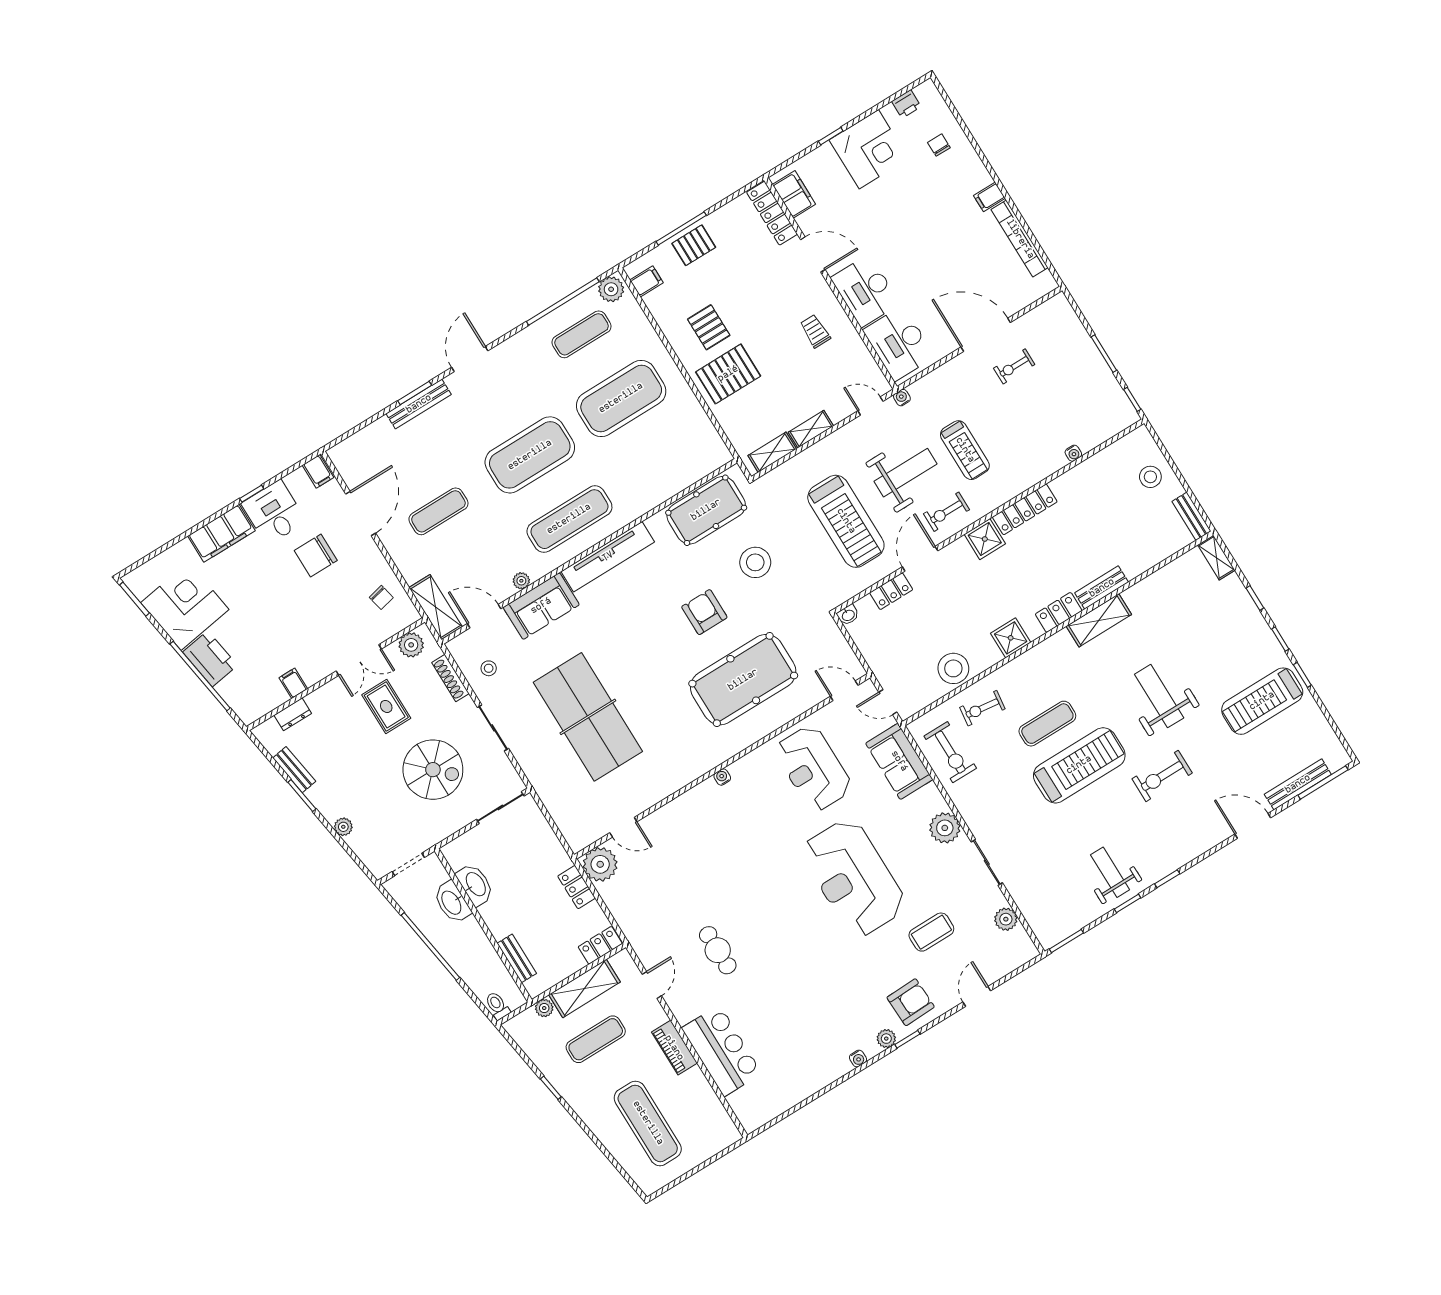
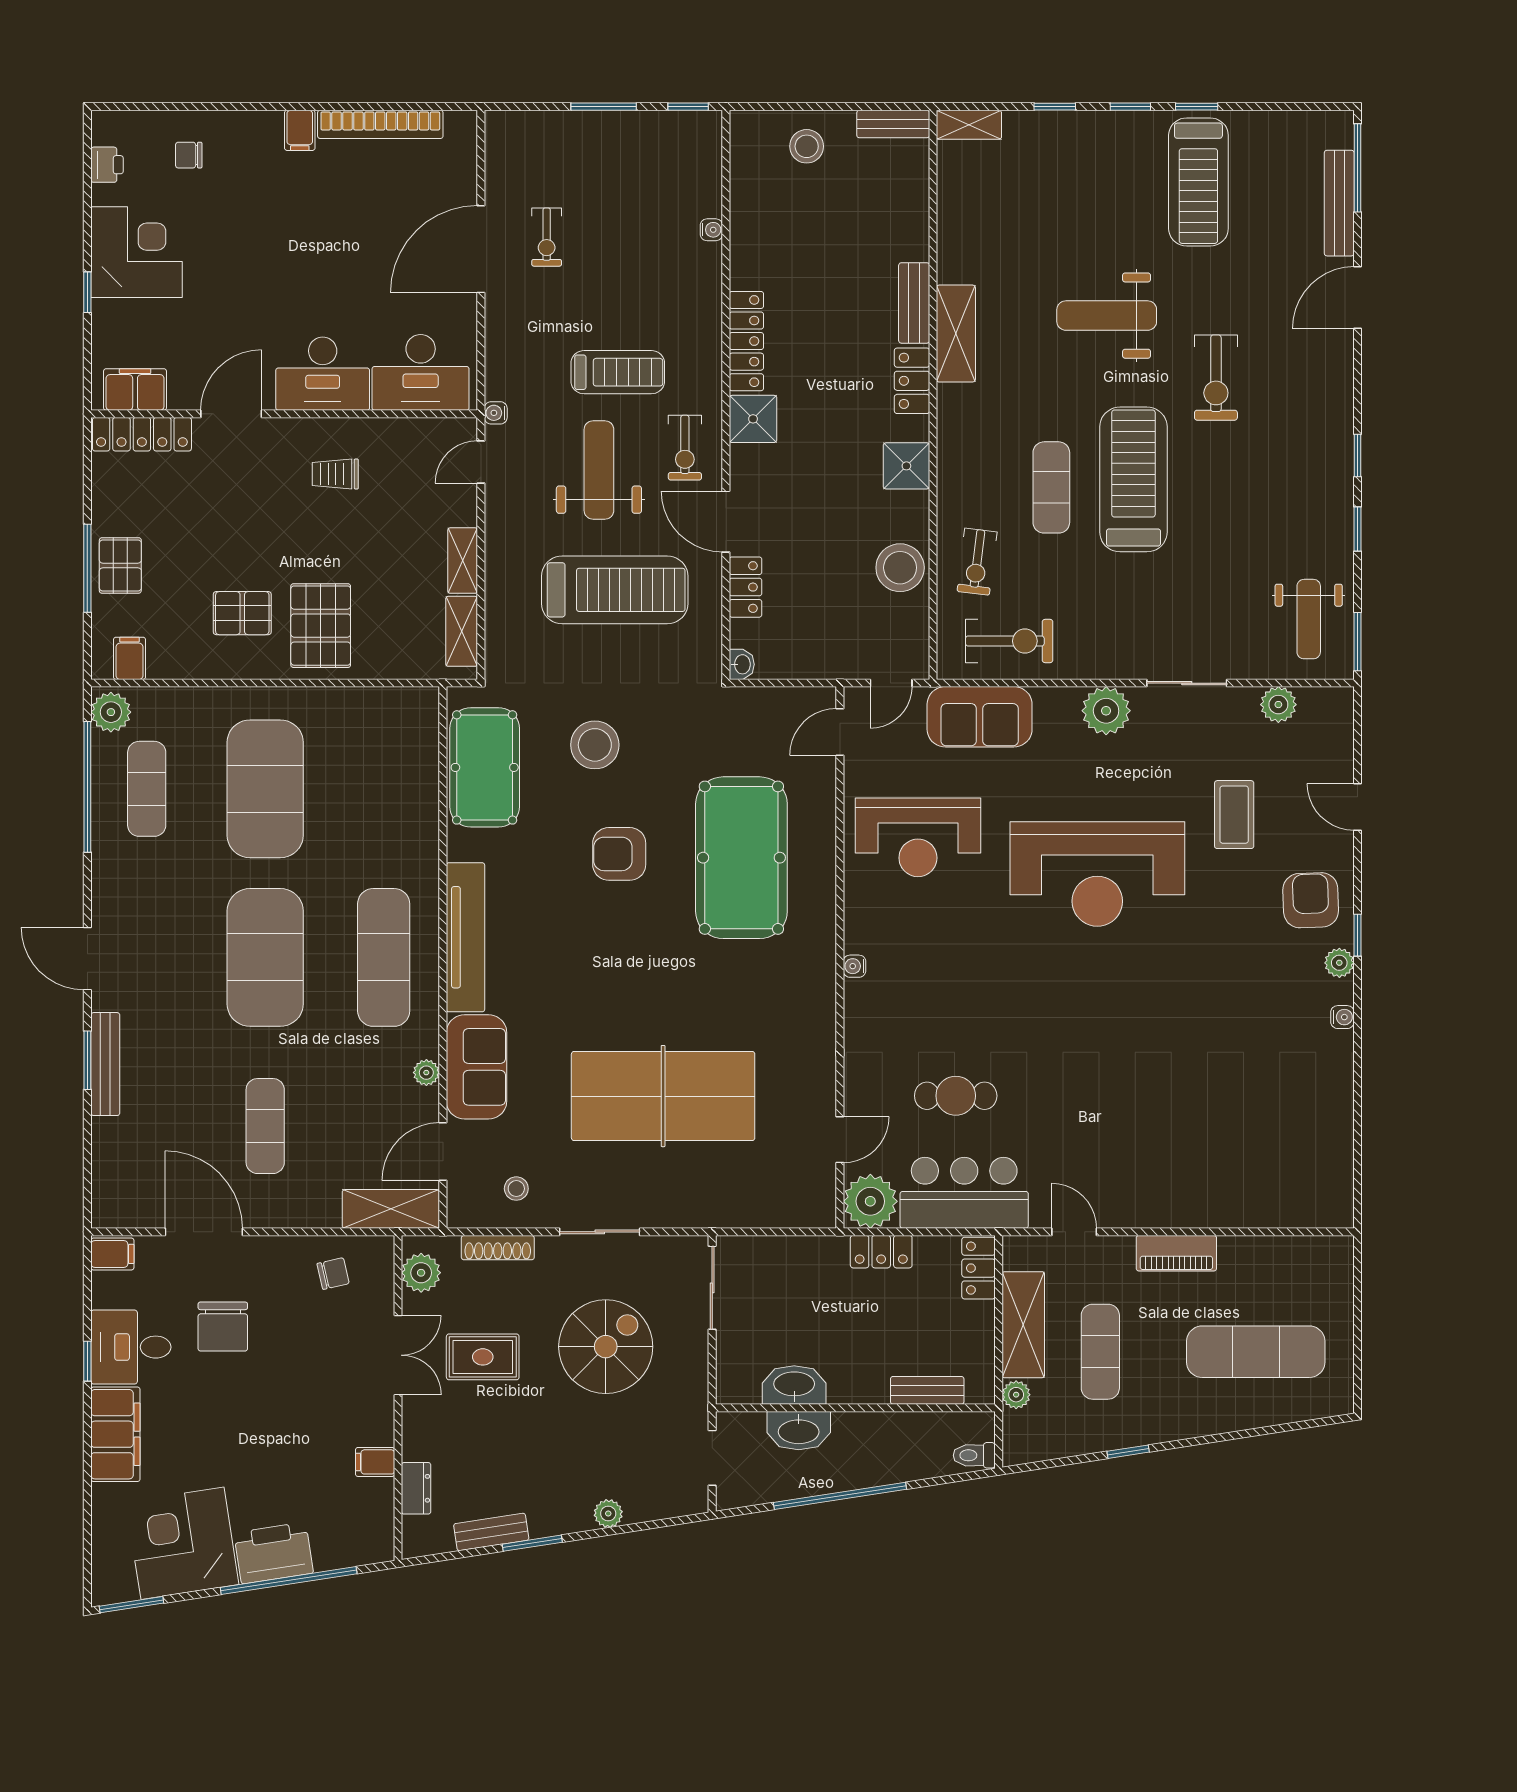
weight bench: (1110, 872) -> (1309, 619), moved, turned -90
cafe table: (718, 950) -> (956, 1096), moved
bar counter: (722, 1051) -> (964, 1193), moved

